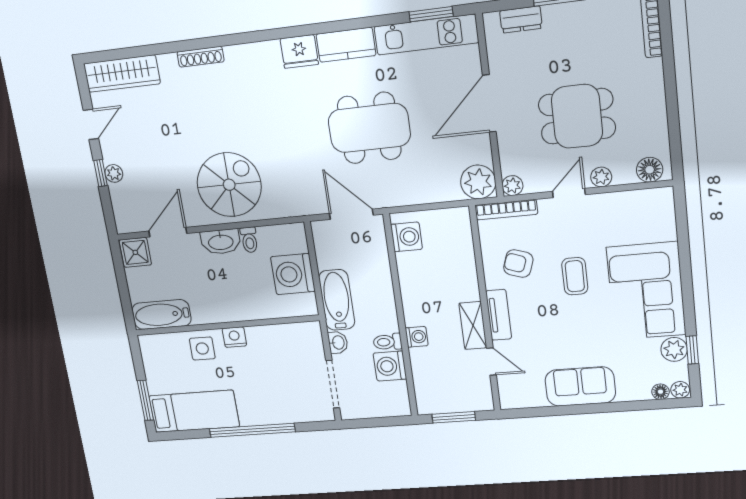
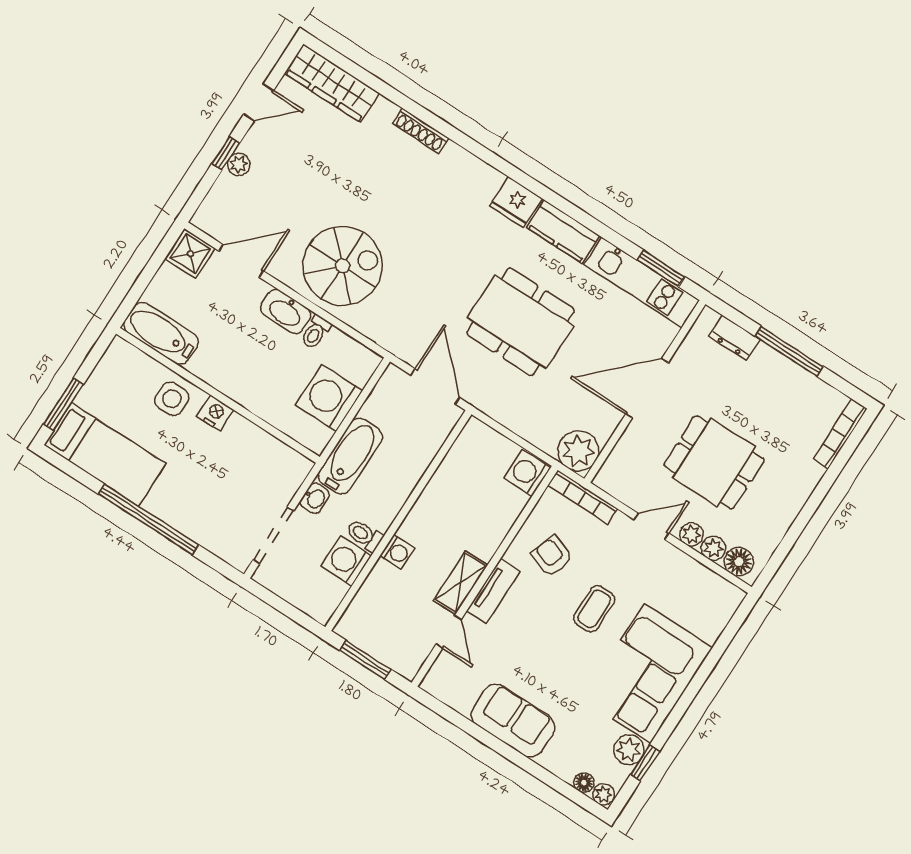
plant: (512, 186) -> (713, 548), moved
washing machine: (406, 237) -> (527, 473), moved, turned 180

